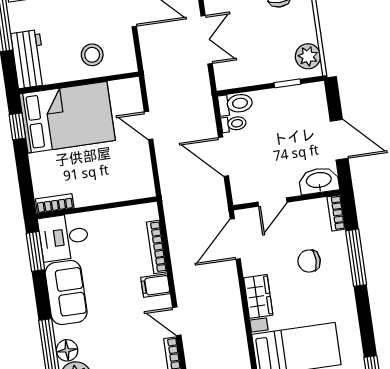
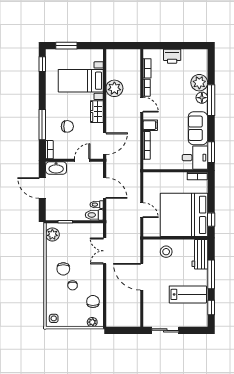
bed: (67, 117) -> (184, 215), width x1.36
plant: (232, 344) -> (114, 88), added

